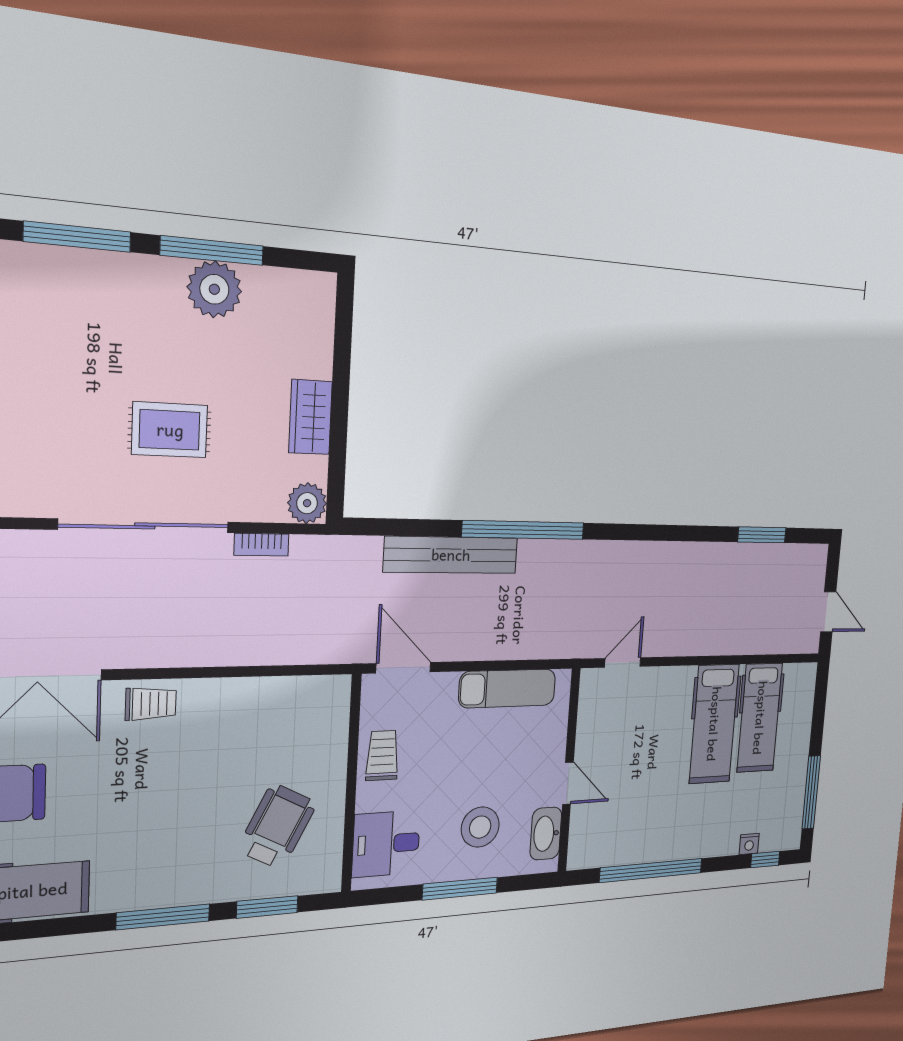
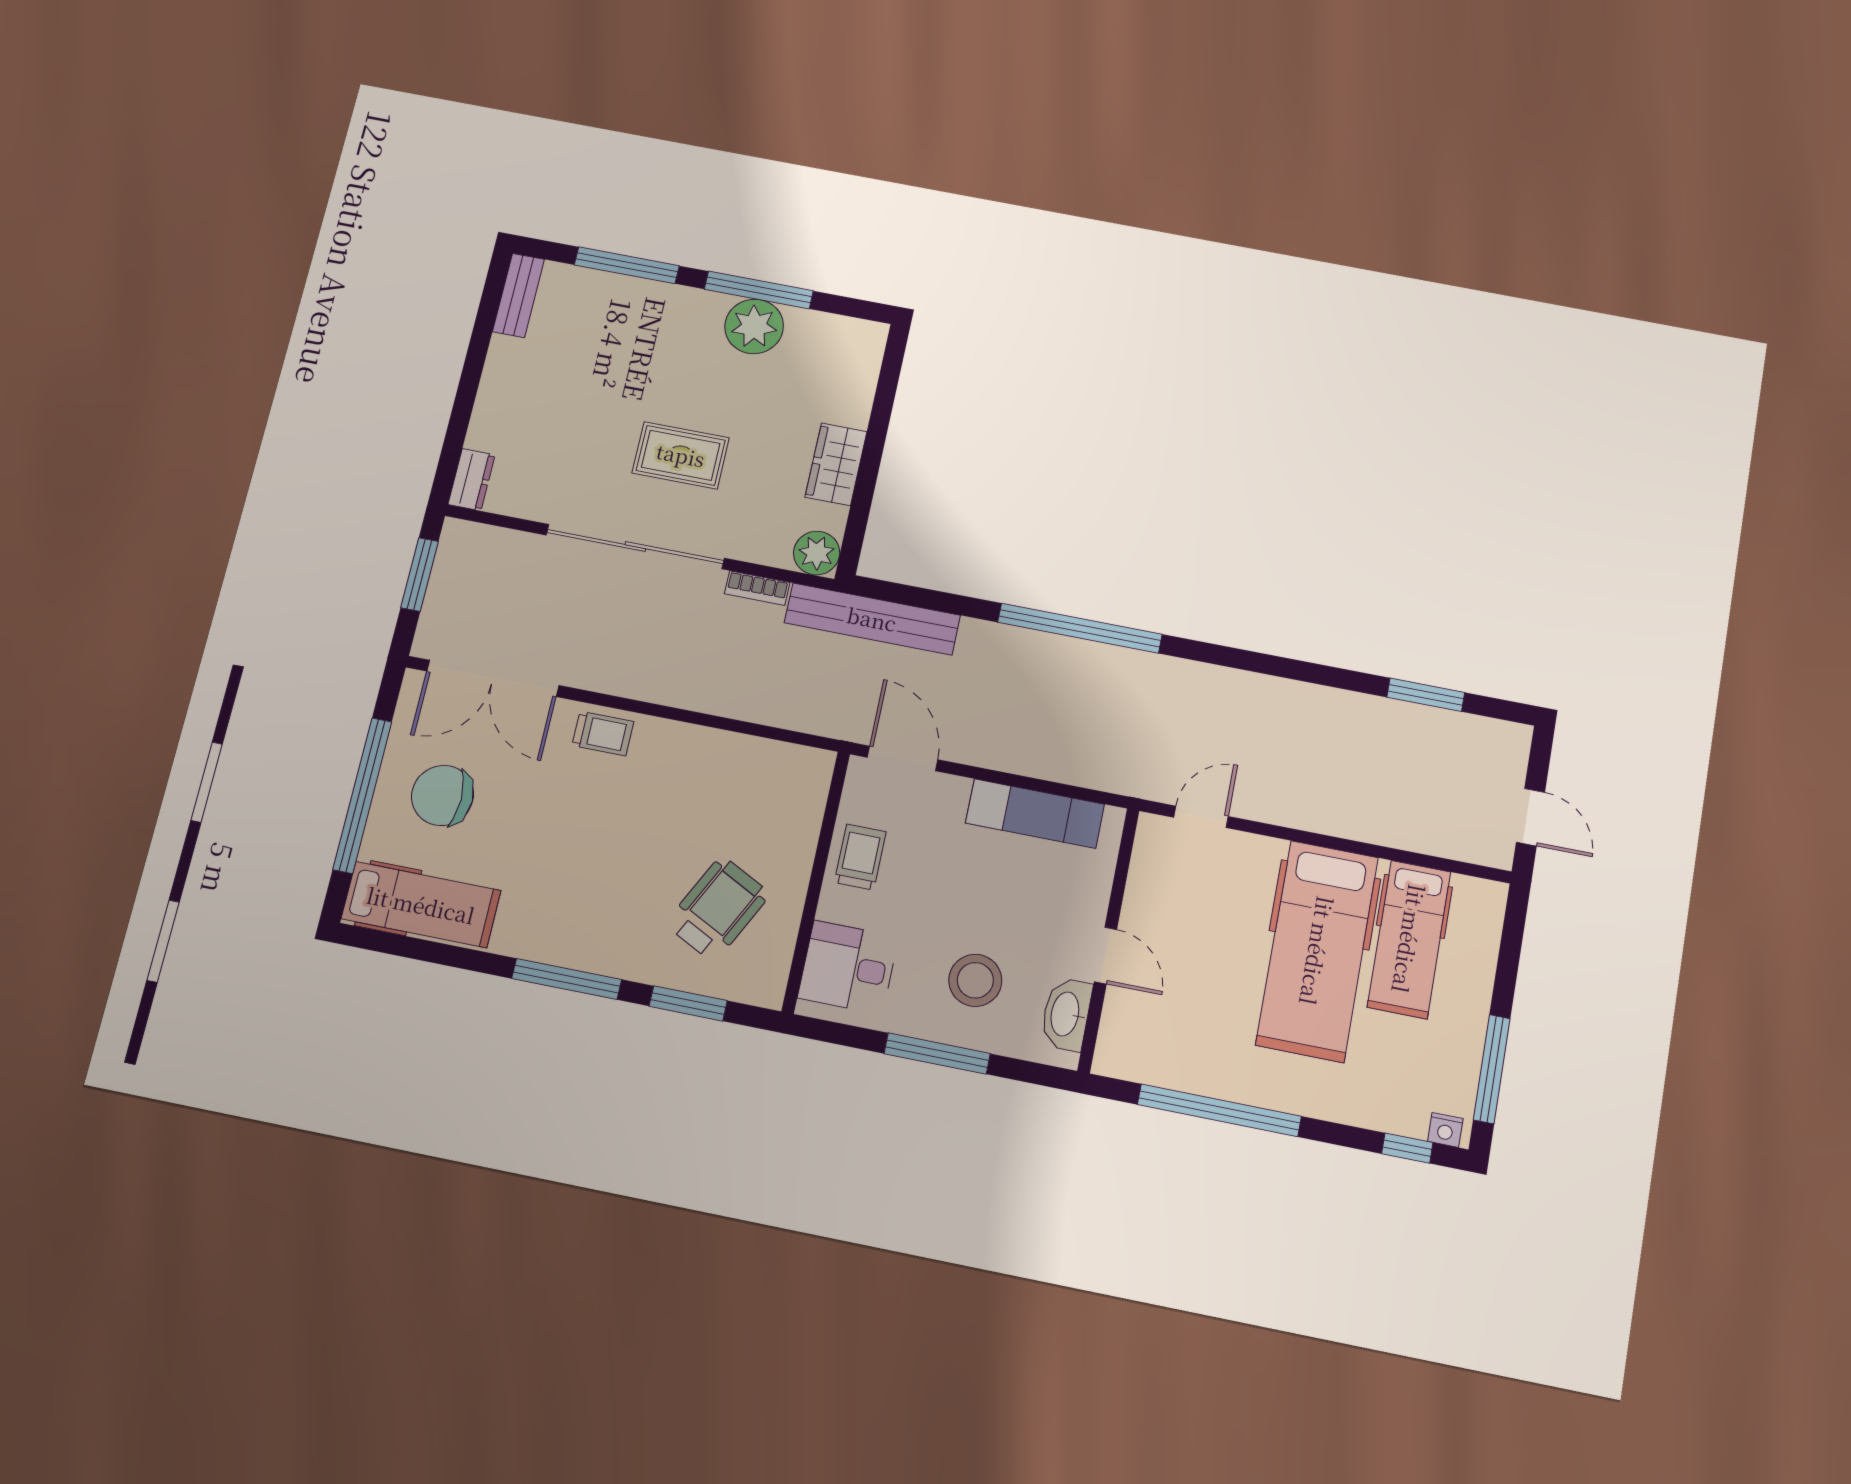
bench: (451, 555) -> (872, 619), moved
hospital bed: (714, 724) -> (1317, 951), width x1.37, depth x1.29
nightstand: (749, 844) -> (1445, 1130), moved

